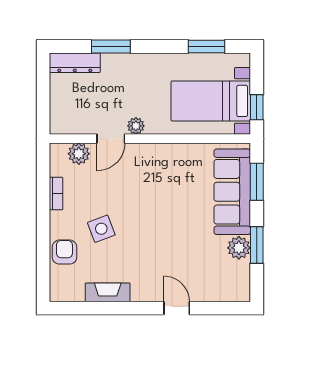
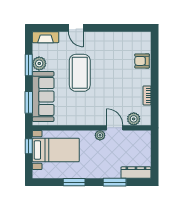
window: (206, 46) -> (74, 182), moved
door: (111, 139) -> (115, 128), hinge flipped
side table: (101, 229) -> (120, 75), removed
coffee table: (170, 232) -> (80, 73), added
armchair: (64, 252) -> (142, 61), turned 90
fireplace: (108, 292) -> (46, 37), moved

